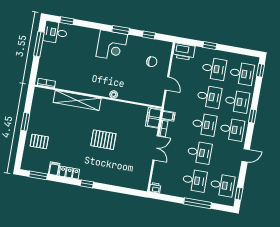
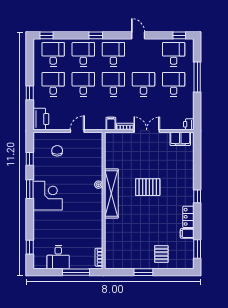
desk: (55, 32) -> (58, 257), moved
window: (39, 44) -> (76, 272), moved
shelving: (77, 100) -> (111, 193), moved
filing cabinet: (153, 118) -> (180, 139), moved
pallet: (103, 140) -> (148, 187), turned 90

